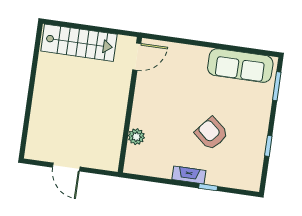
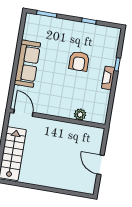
sofa: (240, 66) -> (27, 64), moved
armchair: (211, 133) -> (79, 61), turned -40
door: (66, 167) -> (100, 165), swing flipped

